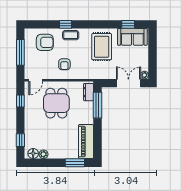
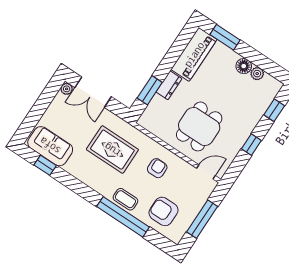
window: (65, 24) -> (123, 217), width x3.17
rug: (102, 47) -> (112, 150), moved, turned 90
dresser: (89, 92) -> (169, 85), moved
window: (20, 101) -> (251, 145), moved
window: (97, 105) -> (150, 90), width x0.69
floor lamp: (33, 153) -> (244, 66), moved

